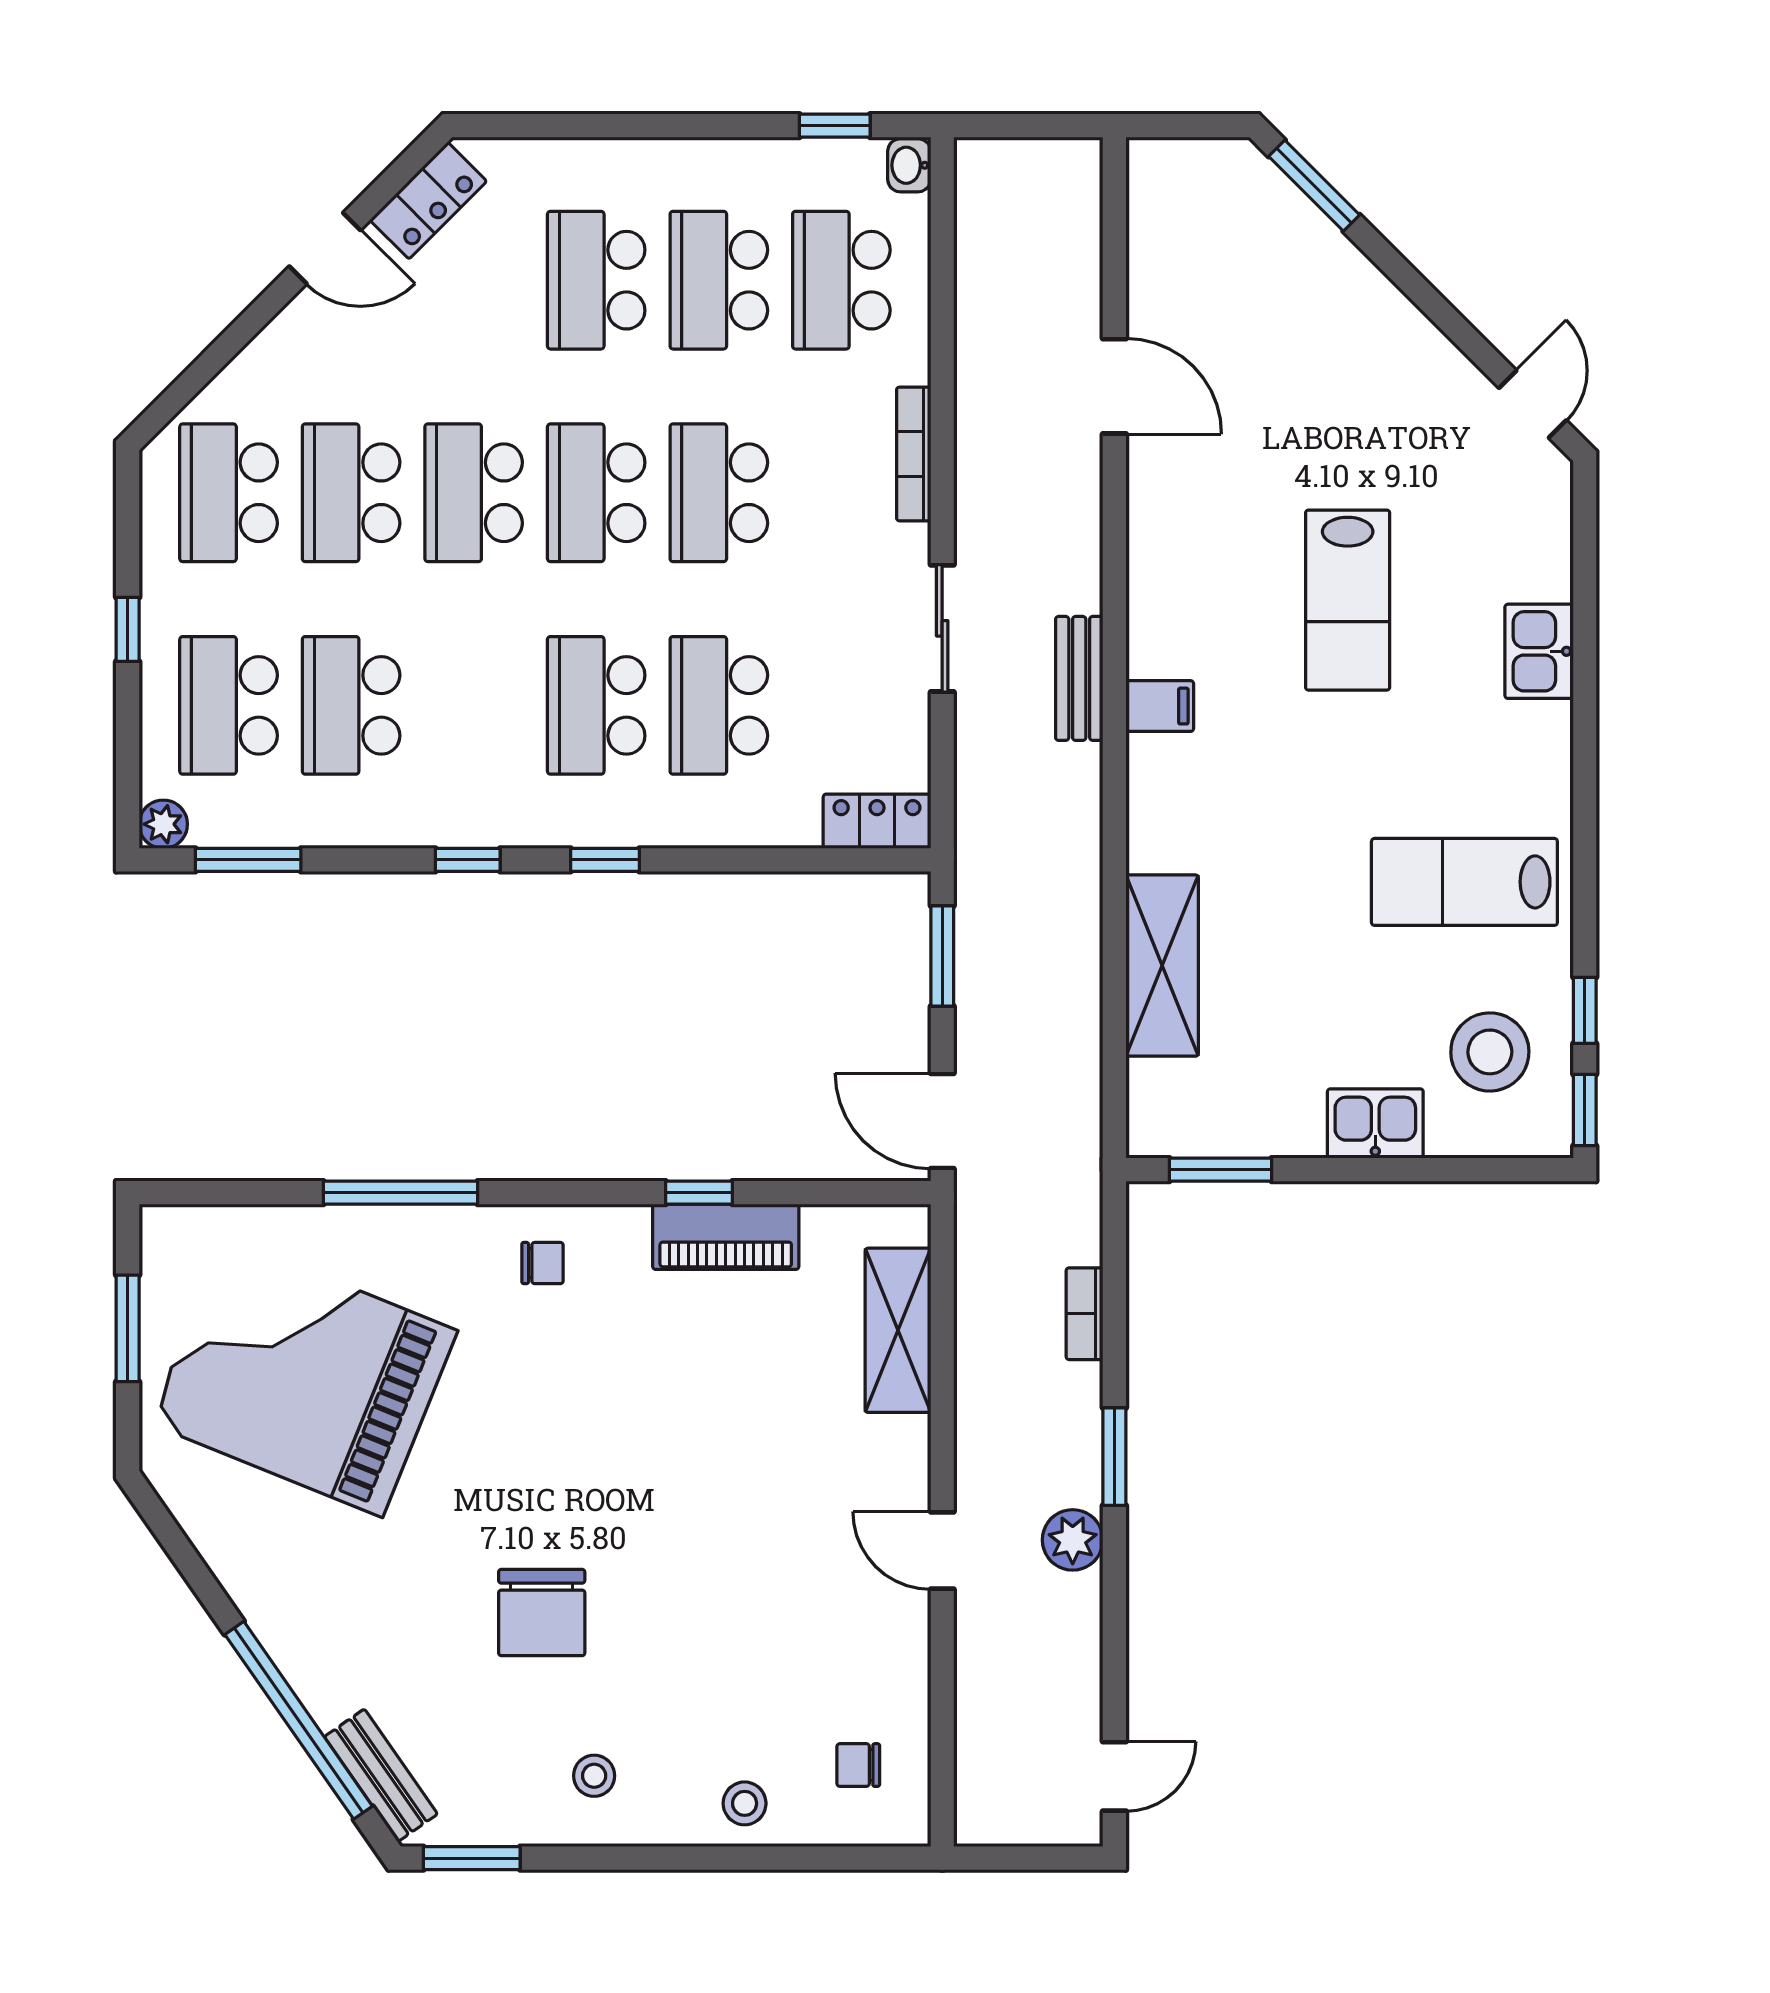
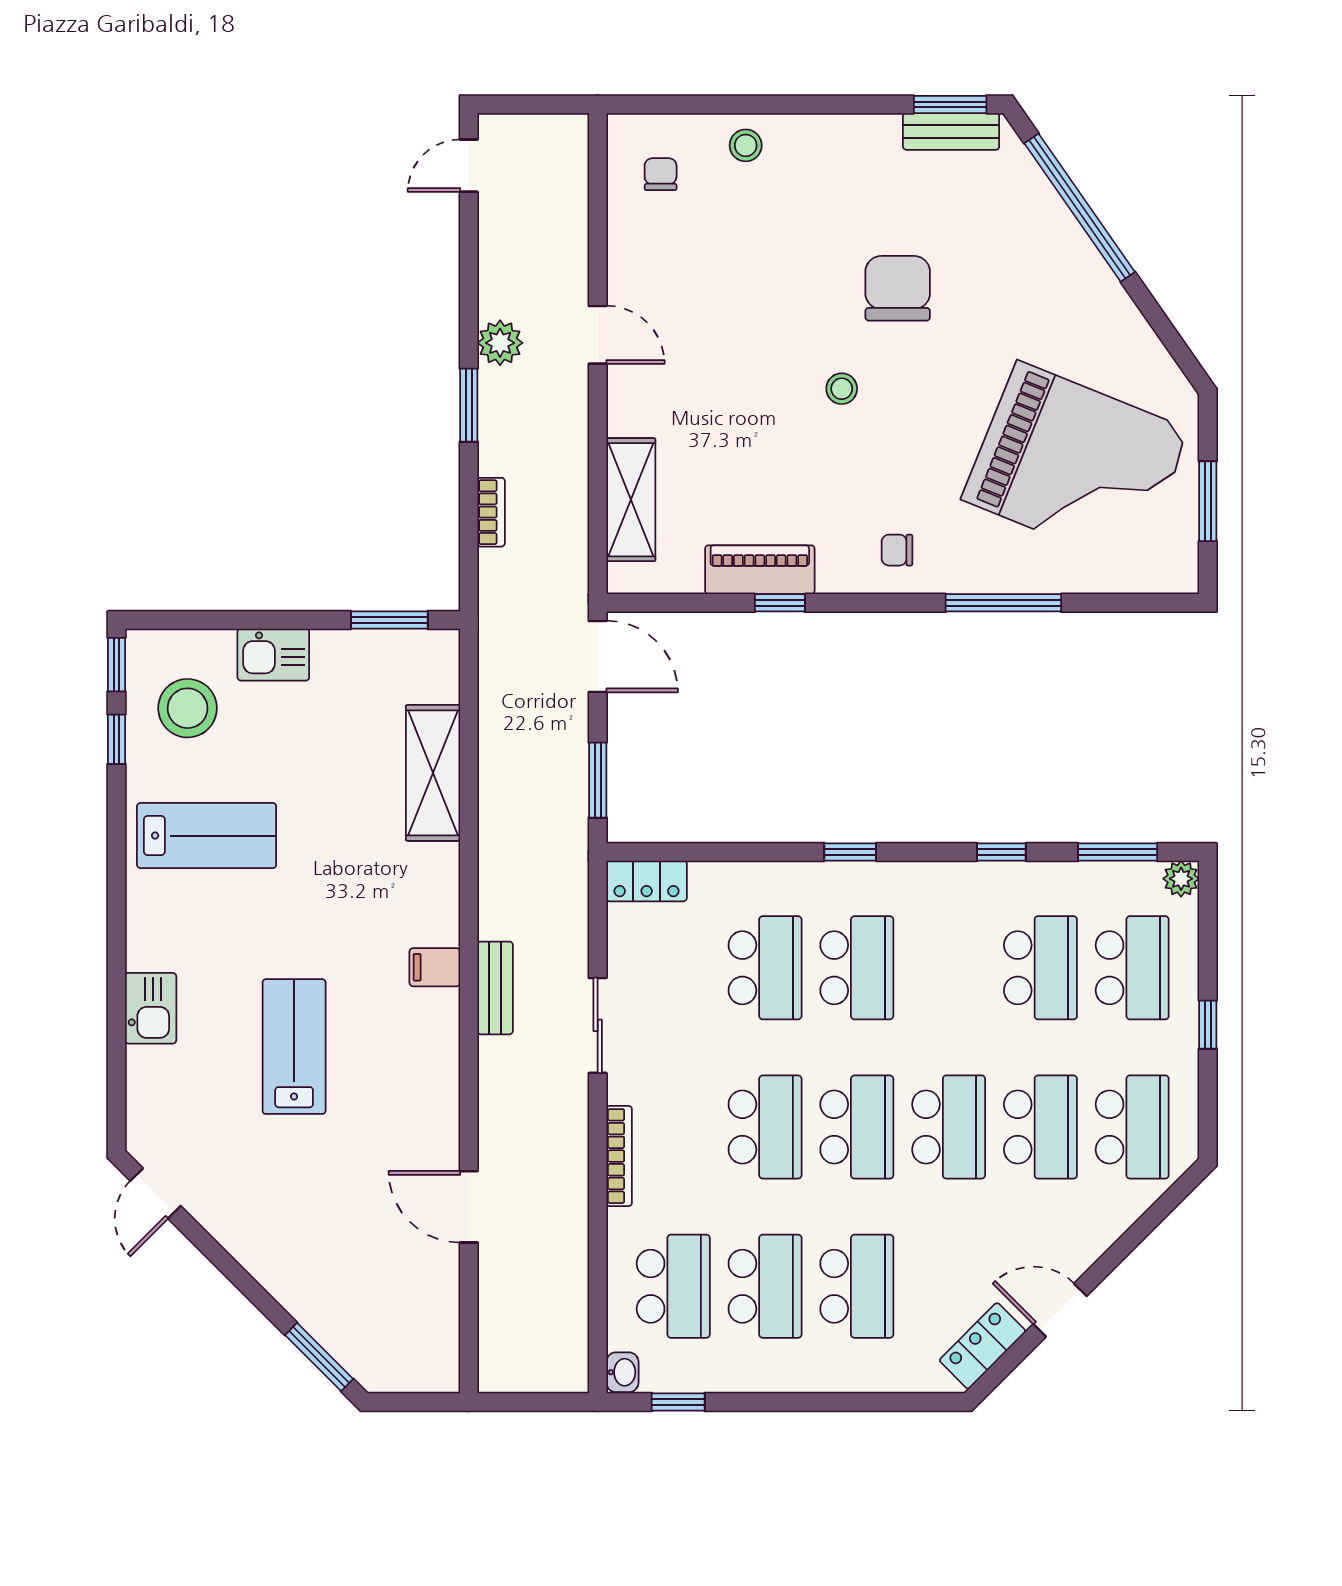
window: (468, 860) -> (1001, 852), moved
chair: (858, 1765) -> (661, 174), turned -90
bench: (381, 1775) -> (951, 131), moved, turned -55
stool: (594, 1776) -> (842, 389), moved

